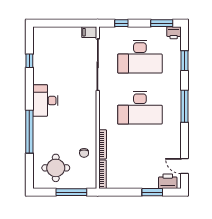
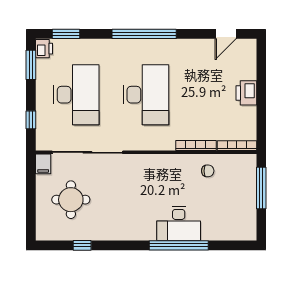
window: (184, 61) -> (66, 34), moved
desk: (45, 101) -> (179, 224), moved
window: (184, 106) -> (144, 34), width x1.46
round table: (56, 168) -> (71, 200), moved
printer: (168, 181) -> (246, 93), moved
window: (152, 192) -> (261, 78), removed

